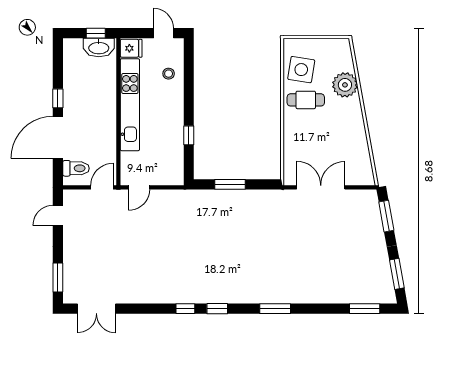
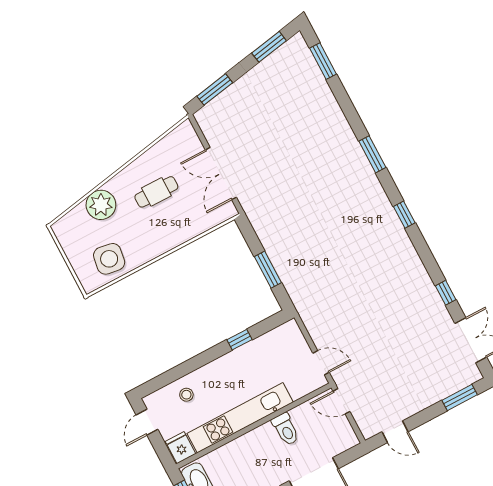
cafe table: (306, 100) -> (156, 192), moved, turned 90
toilet: (76, 168) -> (286, 429), moved, turned 180
window: (185, 309) -> (446, 293), moved

